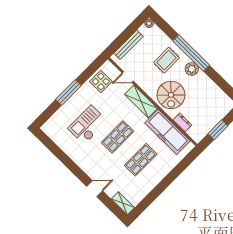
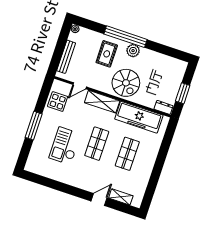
dresser: (182, 122) -> (163, 107), moved
shelving: (123, 203) -> (121, 197), moved

